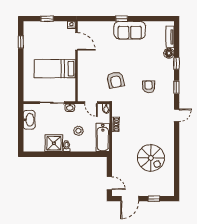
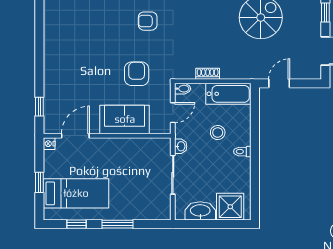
window: (122, 19) -> (39, 107), moved
sofa: (130, 30) -> (125, 119), moved, turned -90
window: (21, 68) -> (118, 224), added
bed: (55, 69) -> (76, 193), moved, turned -90
armchair: (115, 80) -> (137, 74), turned -77
shower: (54, 143) -> (230, 207), moved
door: (109, 183) -> (279, 83), moved

